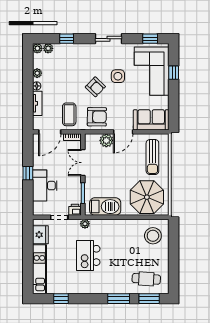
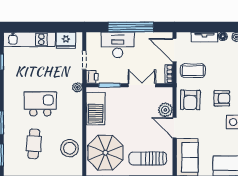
armchair: (95, 87) -> (222, 98), turned -134
window: (28, 173) -> (131, 27), width x3.17
stool: (153, 236) -> (70, 148), moved
kitchen island: (88, 255) -> (40, 104), moved
cafe table: (146, 279) -> (34, 144), moved

